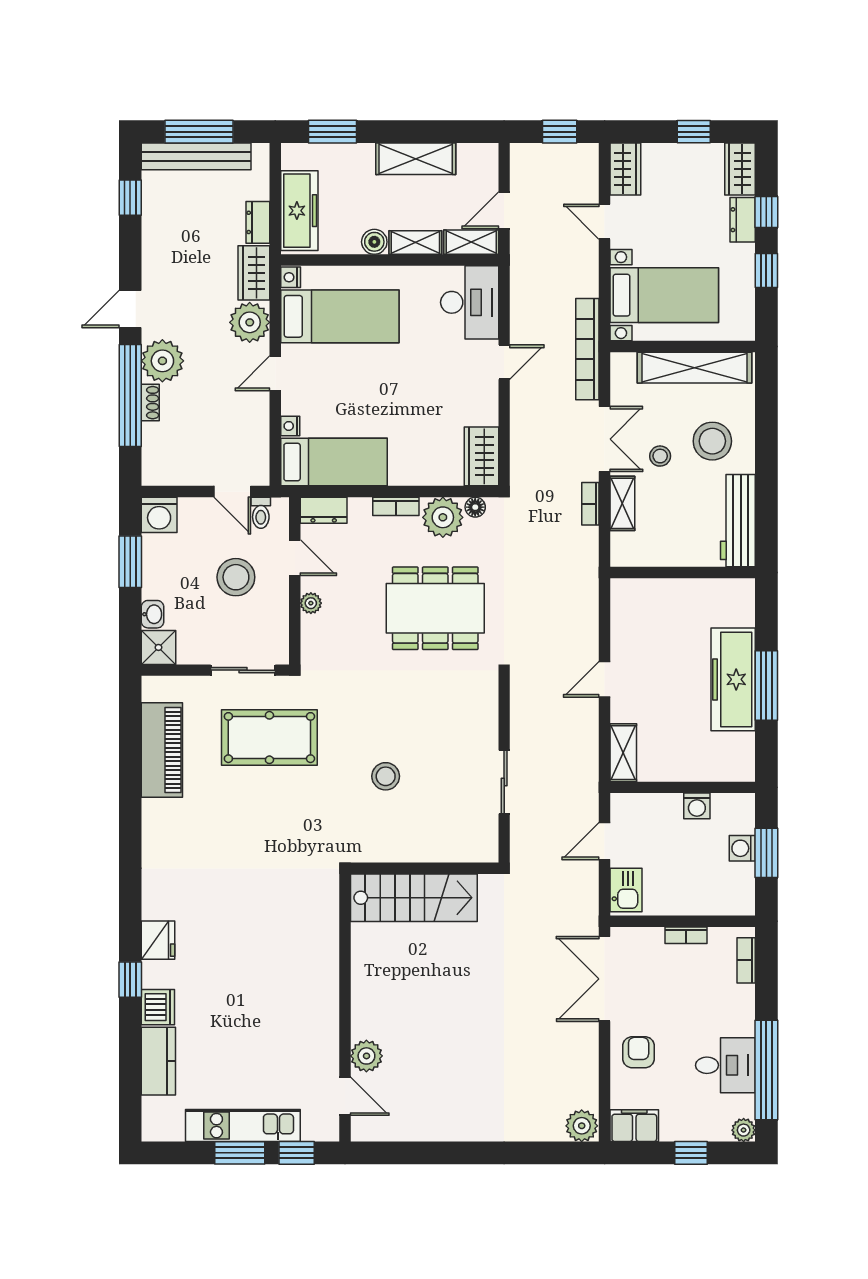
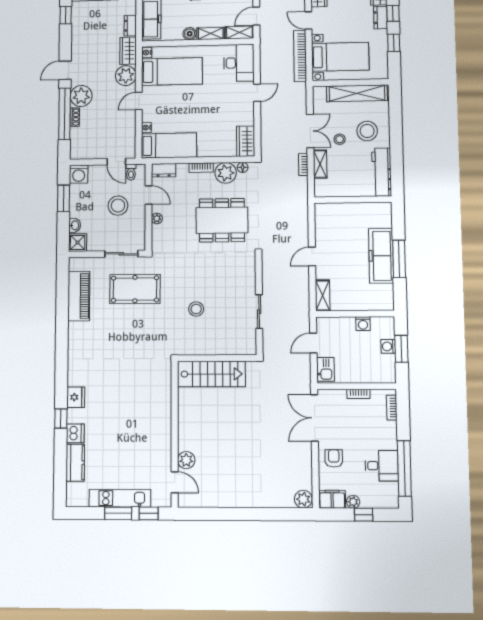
bookcase: (587, 349) -> (300, 56), moved
plant: (744, 1130) -> (353, 502), moved

